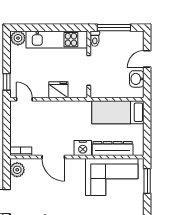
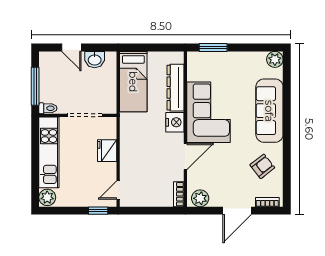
corner sofa: (112, 177) -> (209, 112), moved

